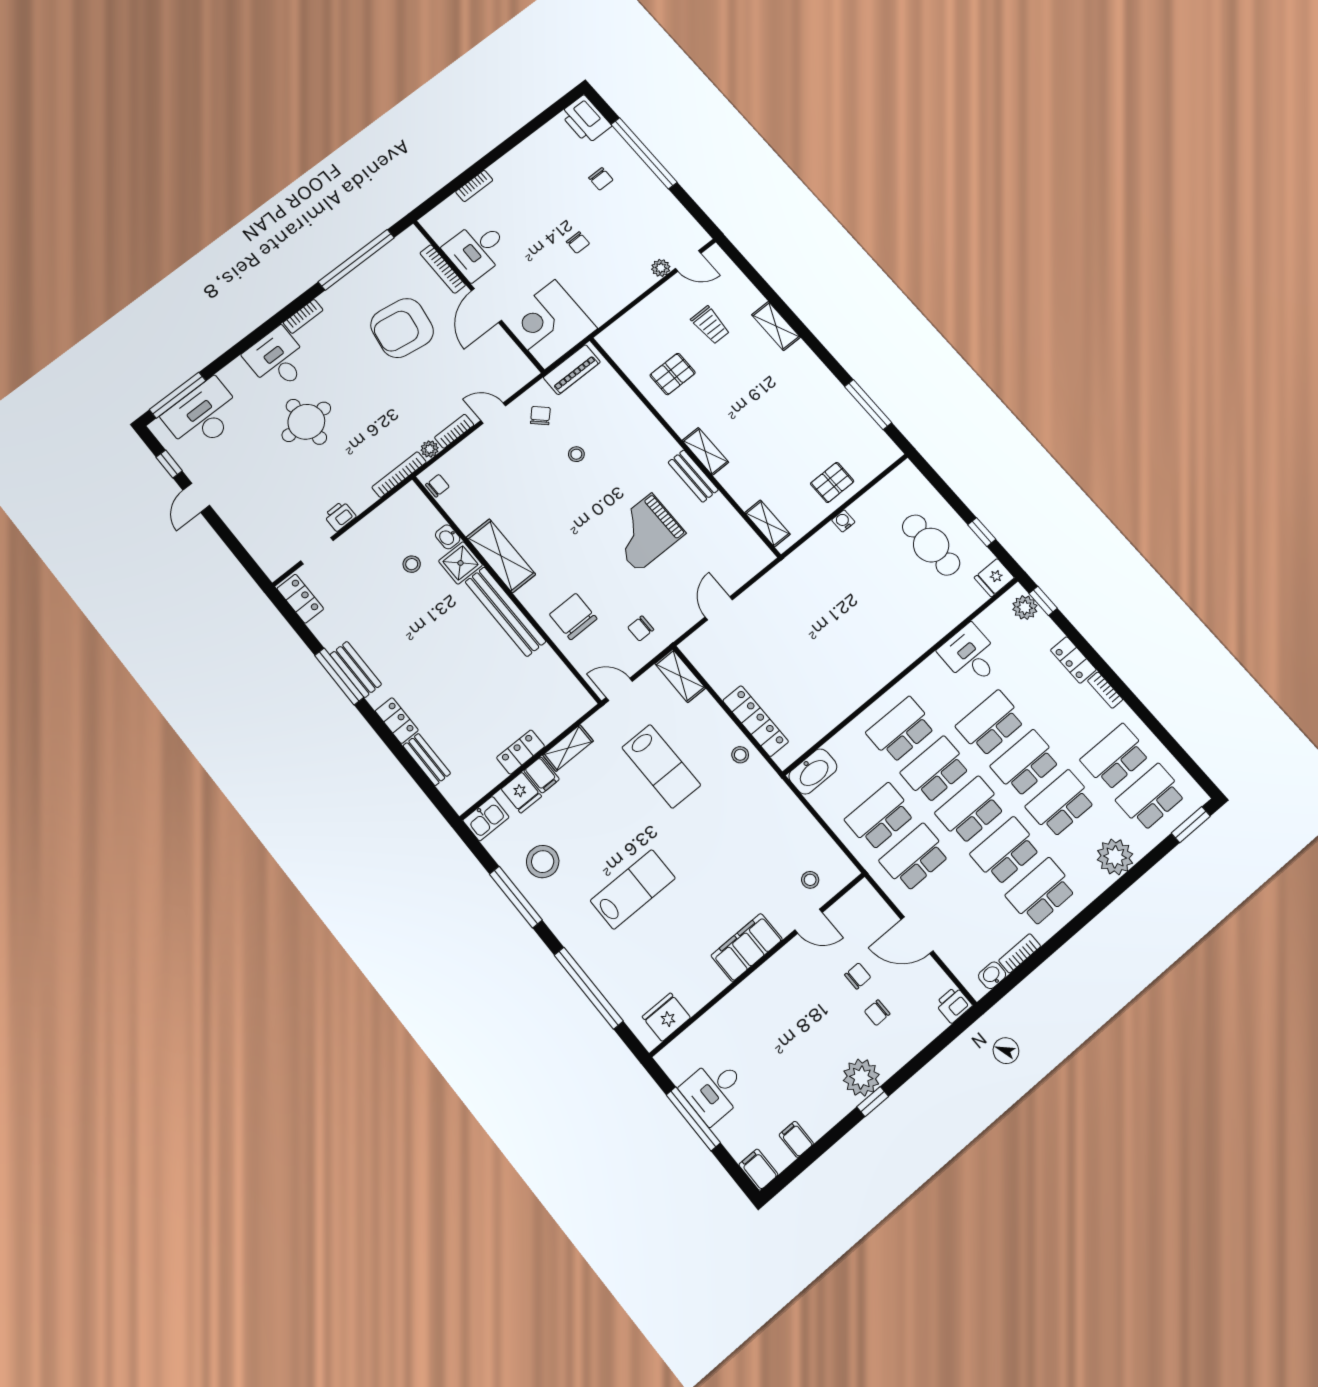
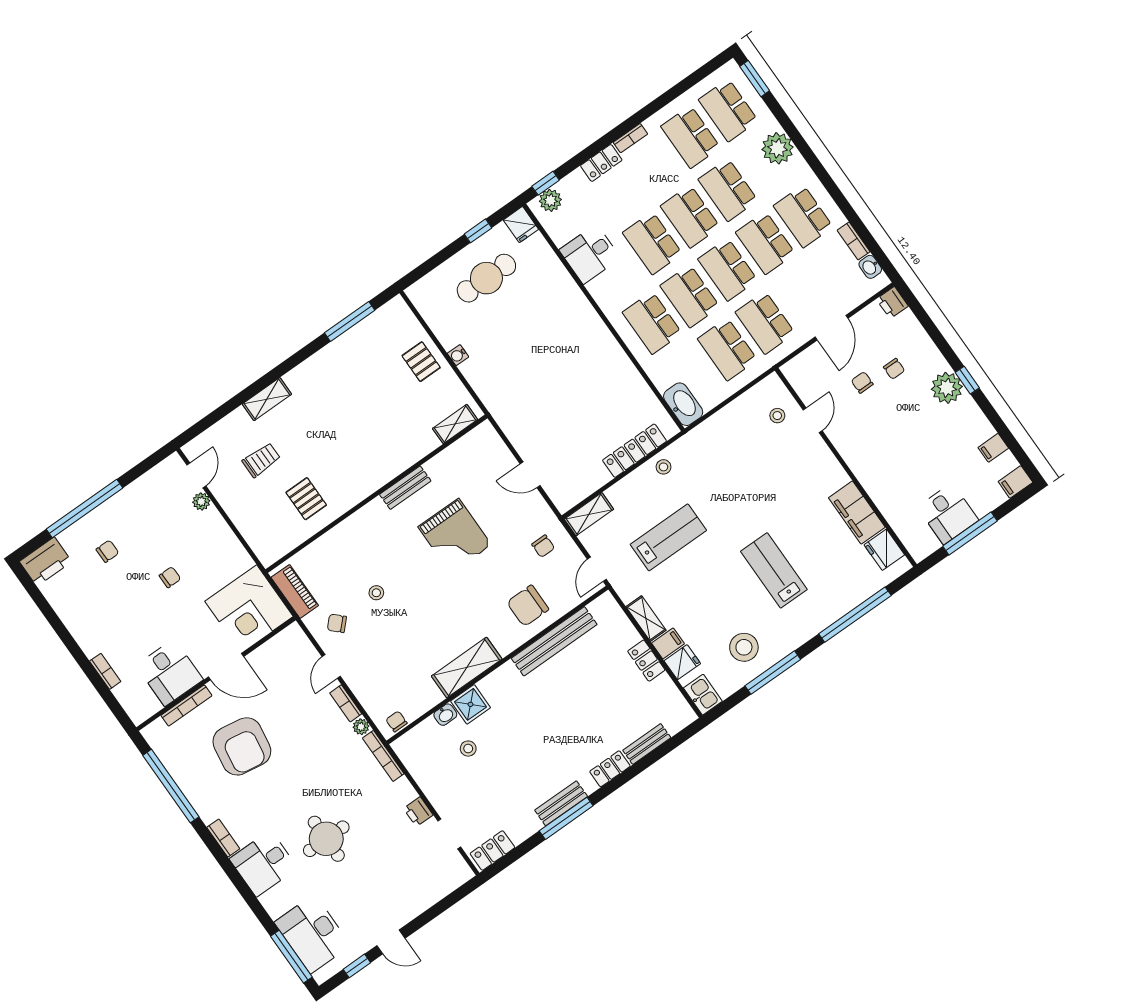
shelving: (705, 451) -> (383, 475), removed
bench: (505, 612) -> (554, 641), moved
filing cabinet: (747, 947) -> (857, 513), moved

